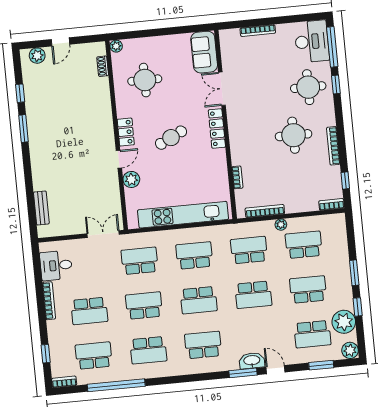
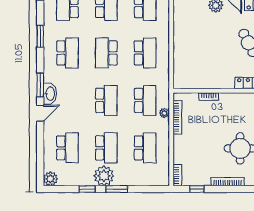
kitchen unit: (183, 215) -> (181, 47), removed
plant: (281, 225) -> (164, 113), moved
school desk: (253, 295) -> (106, 100), turned 180
plant: (344, 322) -> (104, 176), moved
school desk: (312, 334) -> (67, 148), turned 180
window: (321, 365) -> (40, 36), moved

